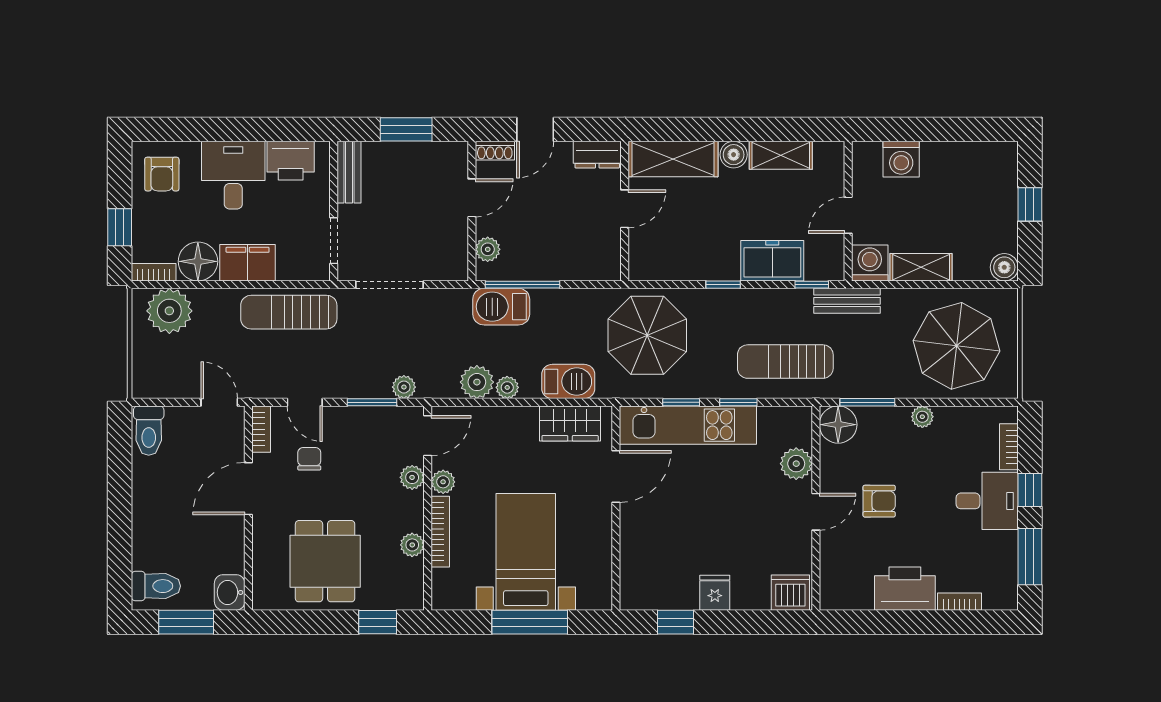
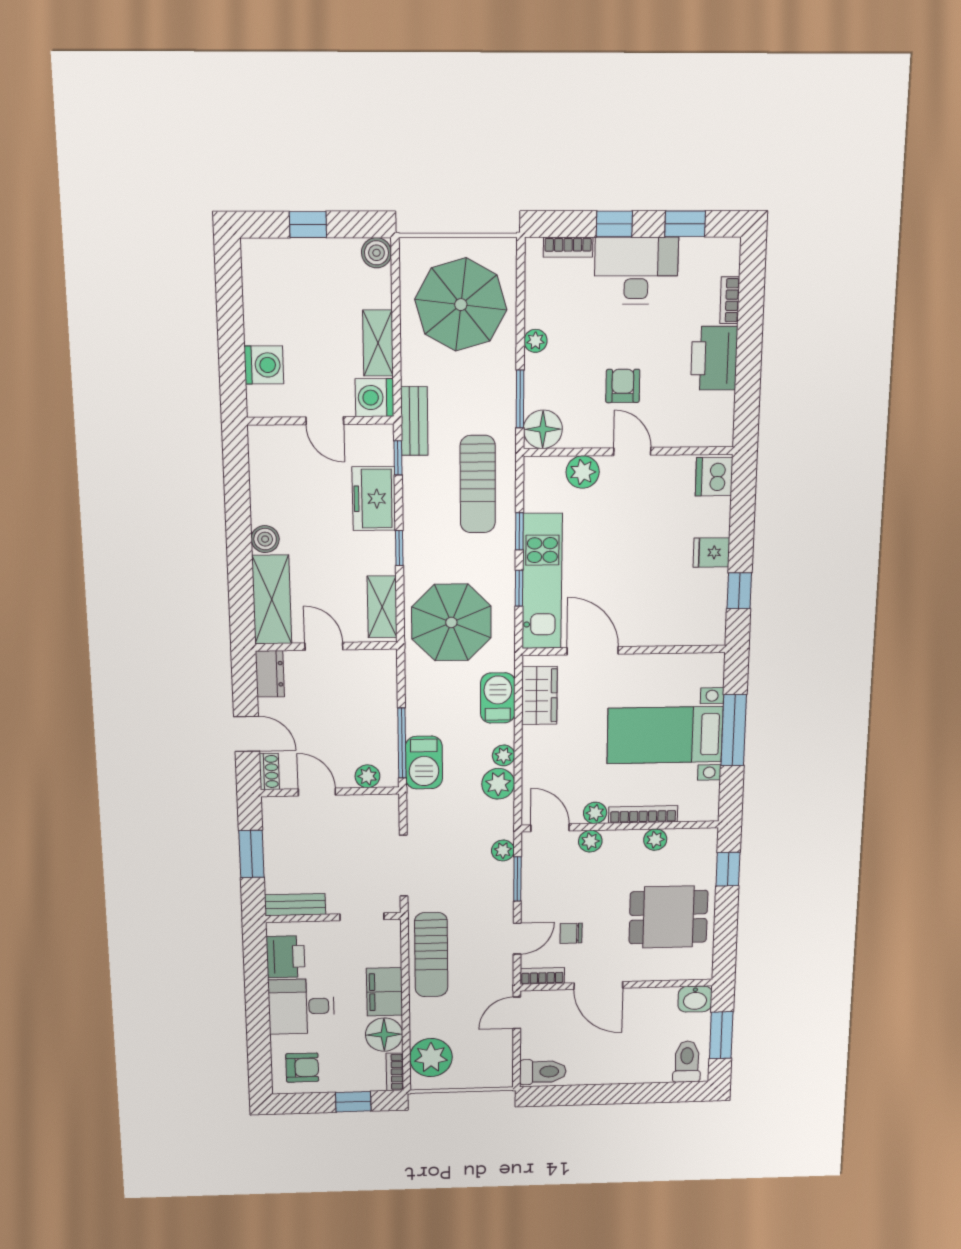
shelving: (781, 155) -> (382, 607), moved
desk: (987, 501) -> (636, 271), width x1.37
window: (1030, 557) -> (685, 224), width x0.67

